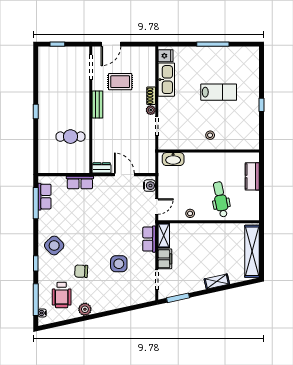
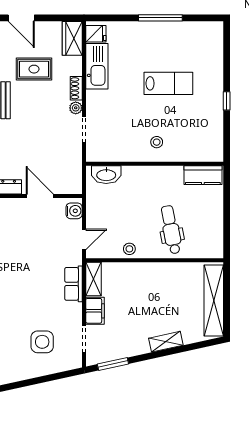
door: (111, 44) -> (21, 18), hinge flipped
wardrobe: (148, 59) -> (72, 38), added
kitchen counter: (252, 176) -> (203, 175), moved, turned -90
side table: (119, 264) -> (42, 342), moved

